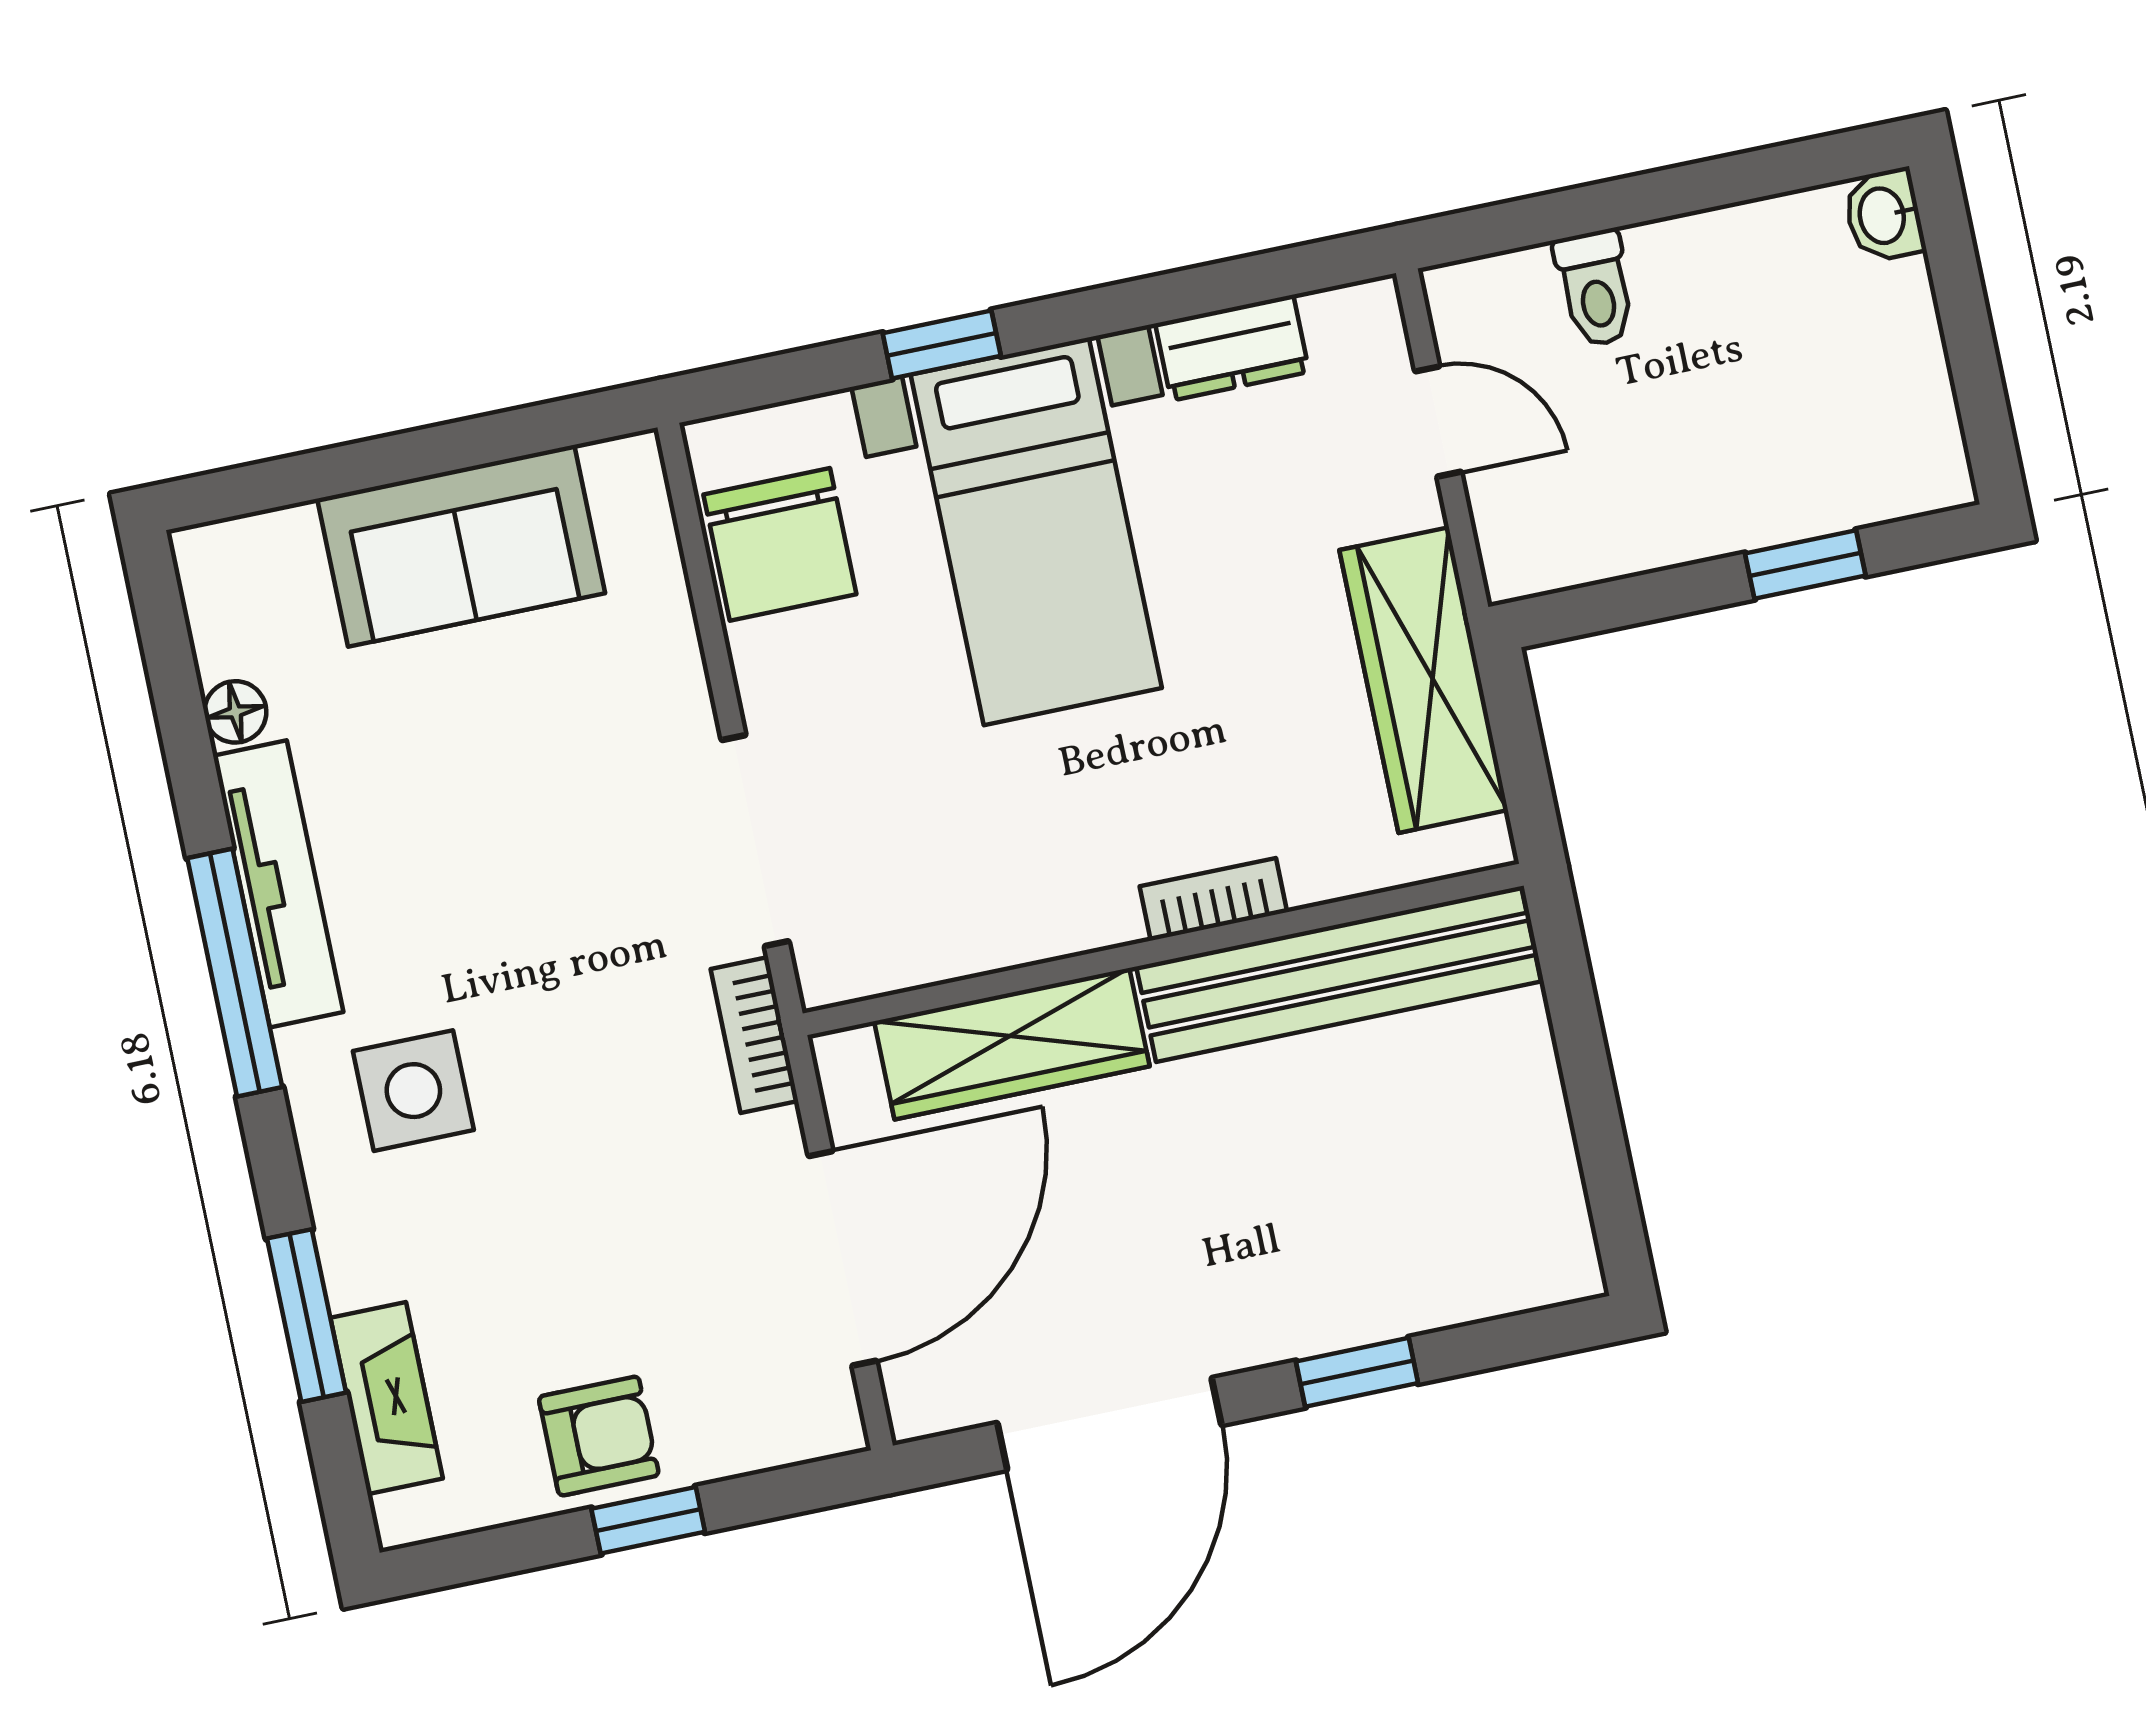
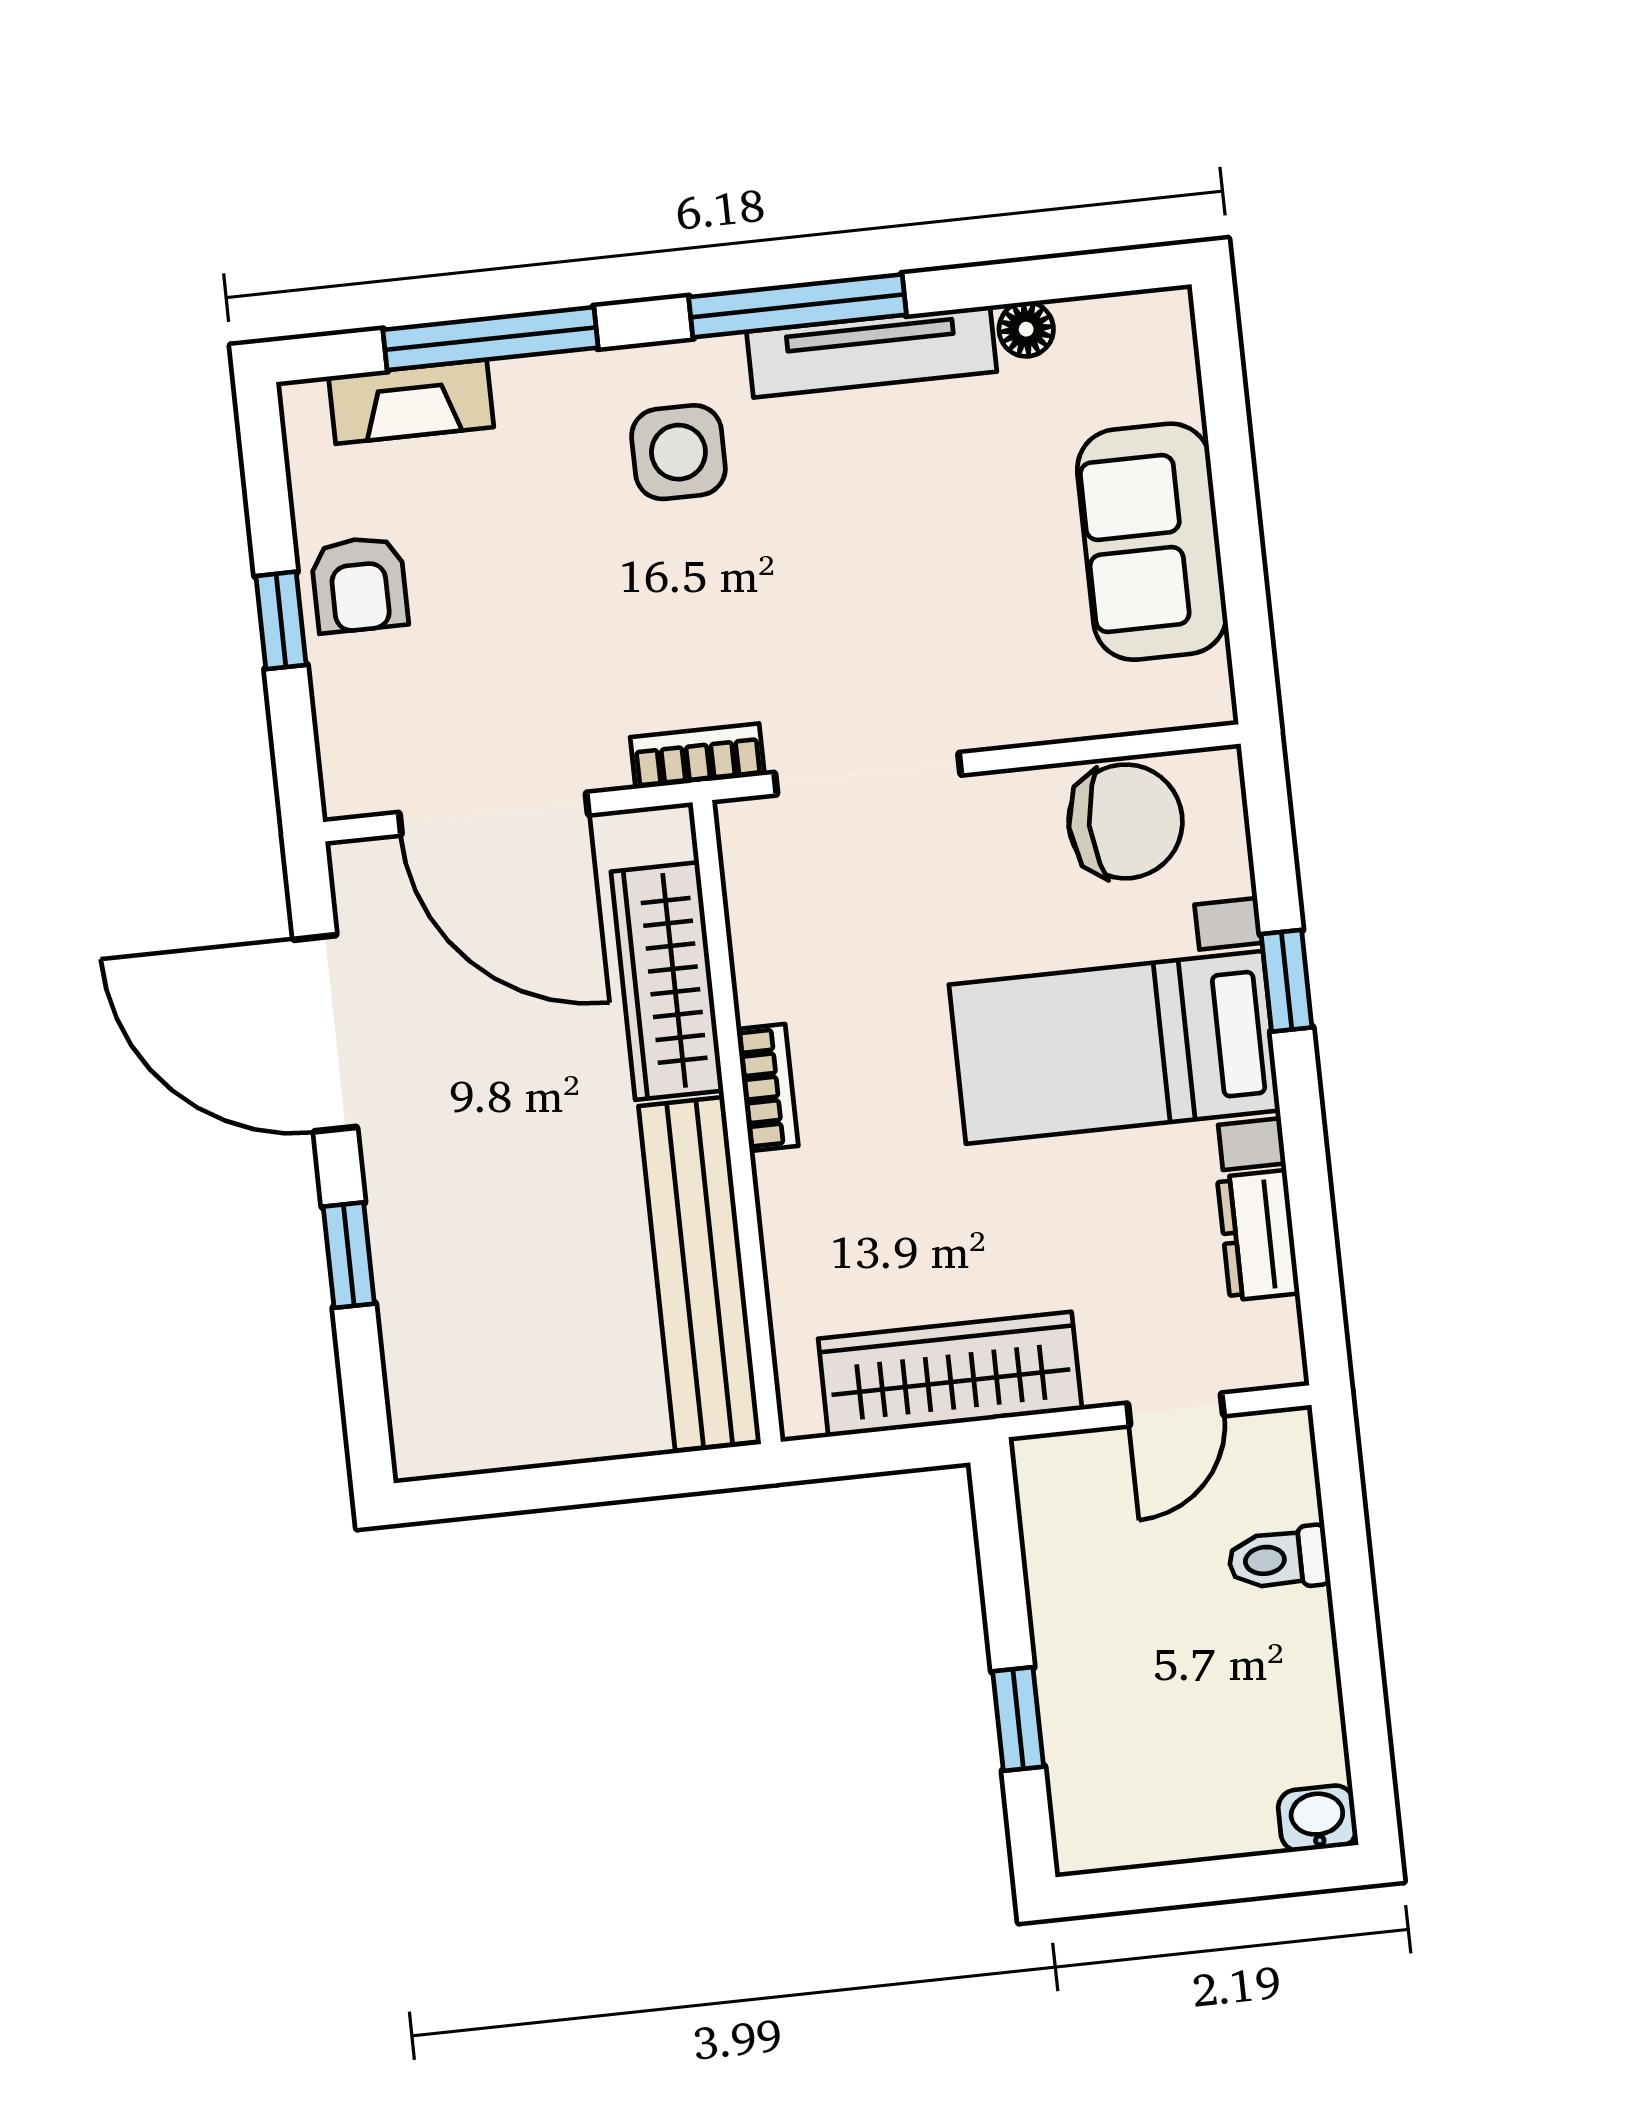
chair: (780, 544) -> (1125, 821), turned 180
bookcase: (1213, 899) -> (767, 1088), moved
window: (306, 1316) -> (490, 339), width x1.44

